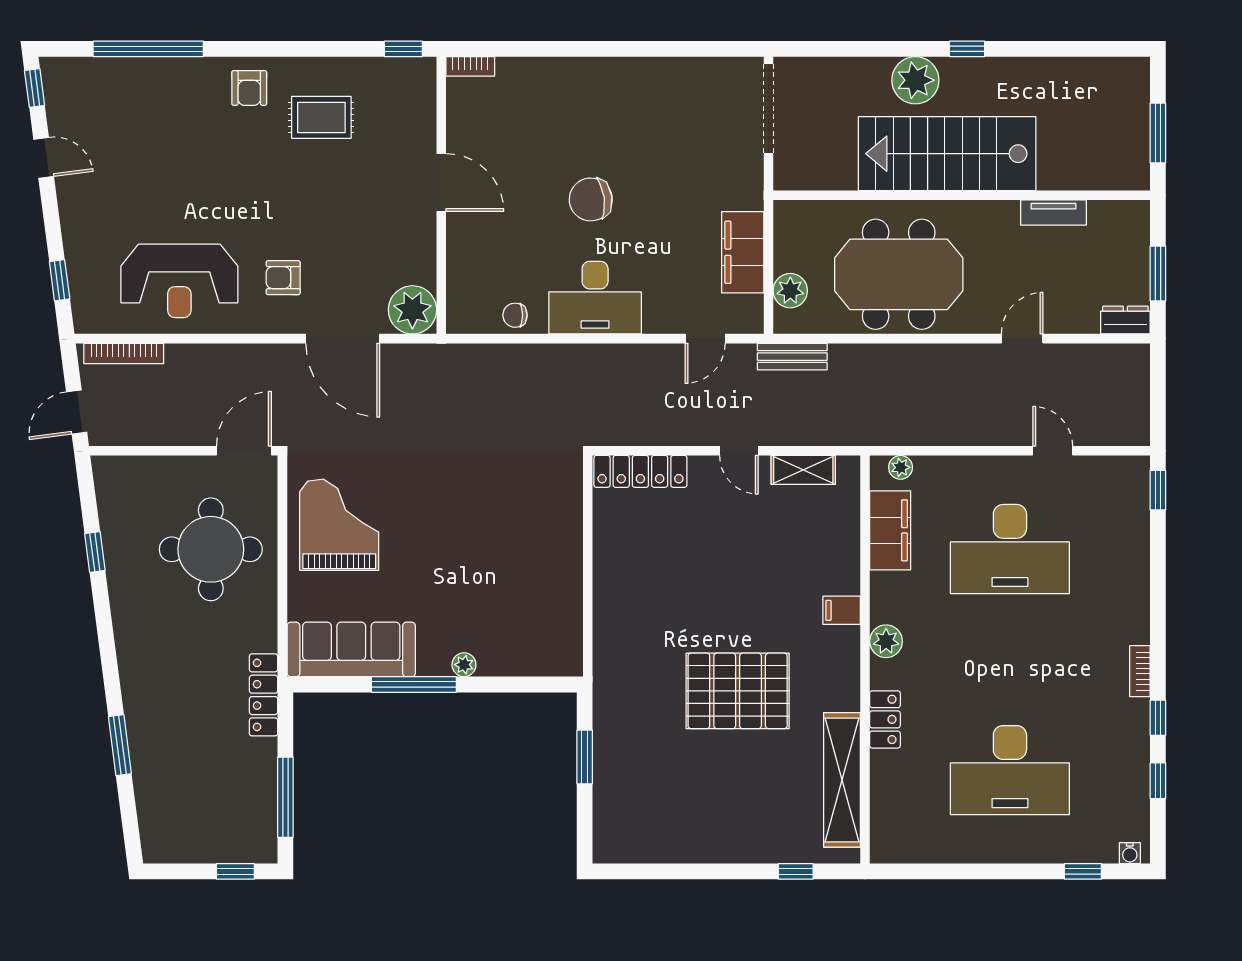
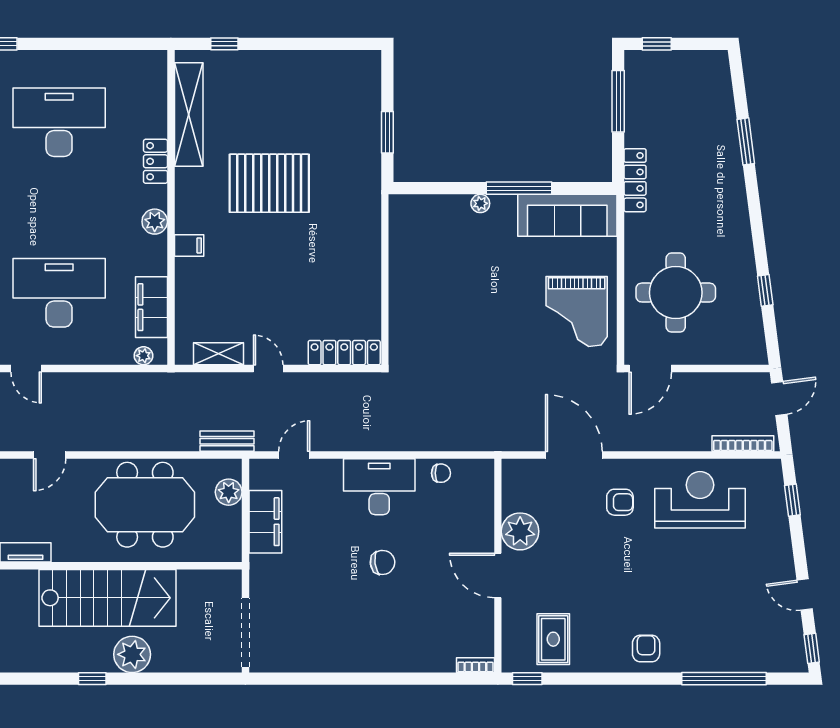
rug: (321, 117) -> (553, 639), moved, turned 90
chair: (591, 199) -> (383, 562), width x0.73, depth x0.73
plant: (412, 310) -> (520, 531), moved

